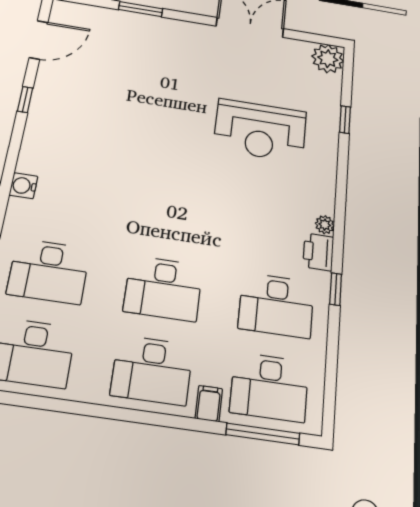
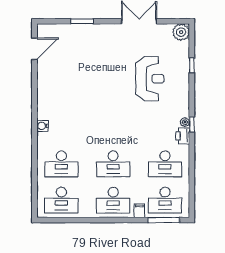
window: (25, 100) -> (34, 82), removed
reception desk: (260, 130) -> (150, 79), turned -90
window: (336, 289) -> (192, 124), moved

